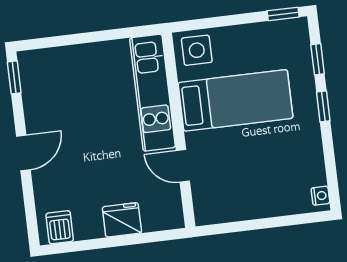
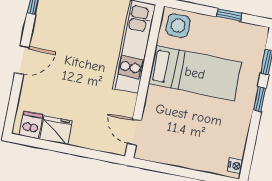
window: (283, 14) -> (229, 15), moved
door: (183, 166) -> (134, 132), moved
fridge: (122, 220) -> (56, 130), moved

